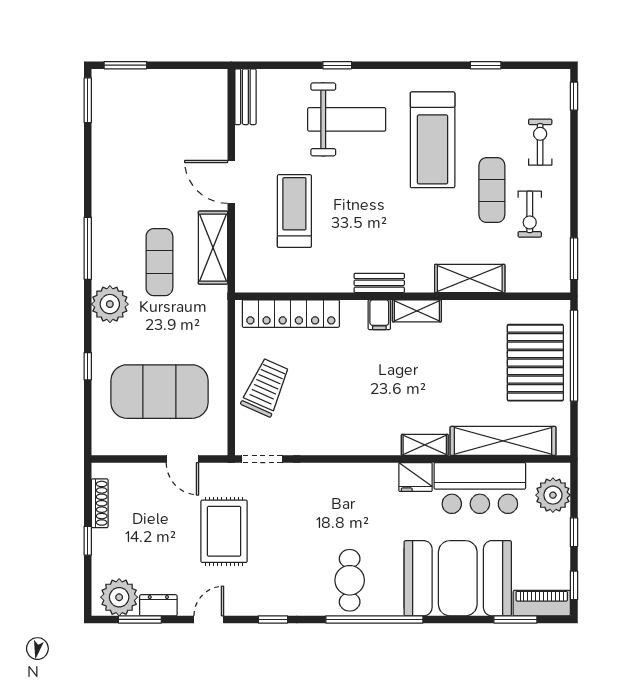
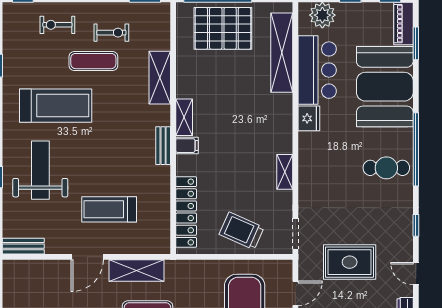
shelving: (425, 445) -> (285, 172), moved

